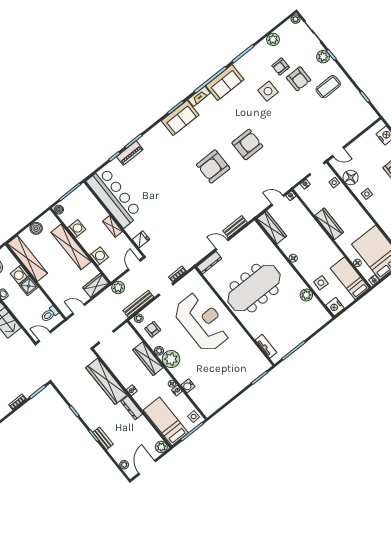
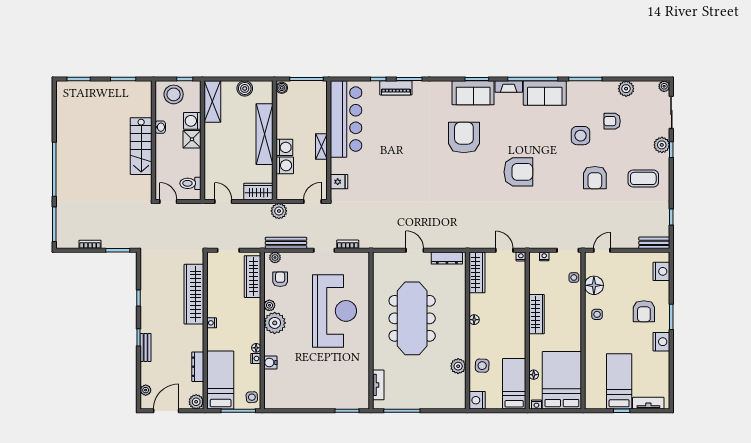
armchair: (299, 79) -> (595, 178), moved
door: (338, 152) -> (602, 250), swing flipped
armchair: (213, 167) -> (464, 138), moved, turned 90
bench: (235, 227) -> (654, 243), moved
washing machine: (77, 229) -> (284, 147), moved
shelving: (27, 259) -> (212, 101), width x0.68
dresser: (209, 263) -> (447, 258), moved
meeting table: (254, 288) -> (412, 318), turned 90
wardrobe: (148, 359) -> (252, 277), moved
dresser: (132, 408) -> (198, 367), moved

